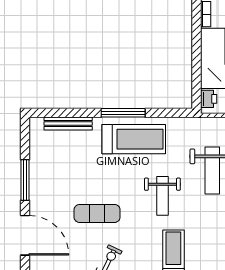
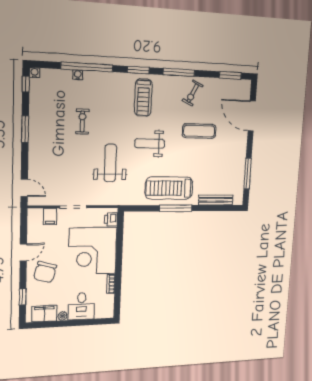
window: (25, 180) -> (248, 174), moved
weight bench: (162, 196) -> (150, 144), turned -90

